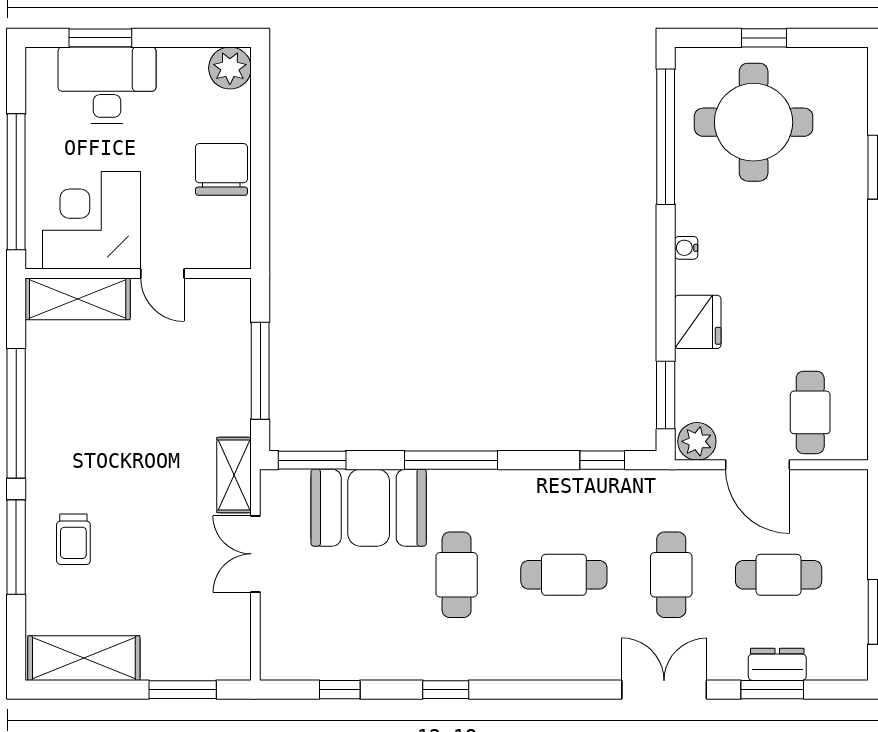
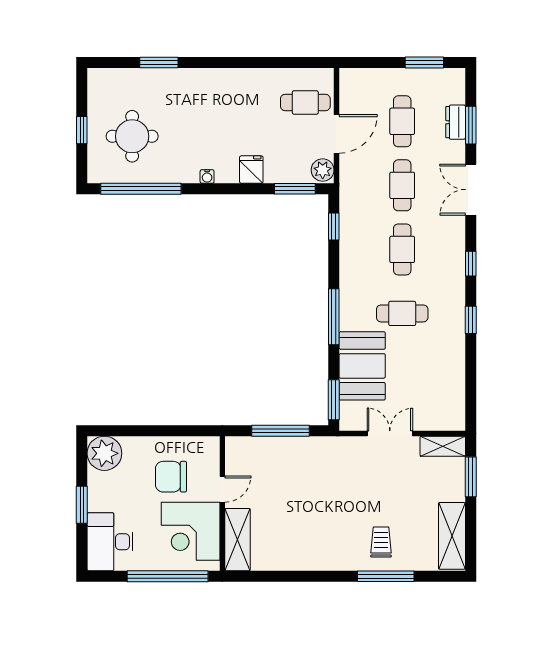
window: (100, 38) -> (82, 505), moved
plant: (230, 68) -> (104, 453), width x1.36, depth x1.36
desk: (107, 85) -> (110, 542), moved
round table: (754, 122) -> (132, 136), width x0.73, depth x0.73
chair: (221, 169) -> (171, 477), moved
fridge: (698, 322) -> (251, 170), width x0.72
window: (16, 413) -> (306, 576), removed
shelving: (234, 475) -> (443, 446), moved
trolley: (73, 539) -> (381, 542), turned -90
double door: (255, 554) -> (390, 433), swing flipped
cafe table: (671, 575) -> (402, 185), turned 90
window: (340, 690) -> (471, 264), moved

